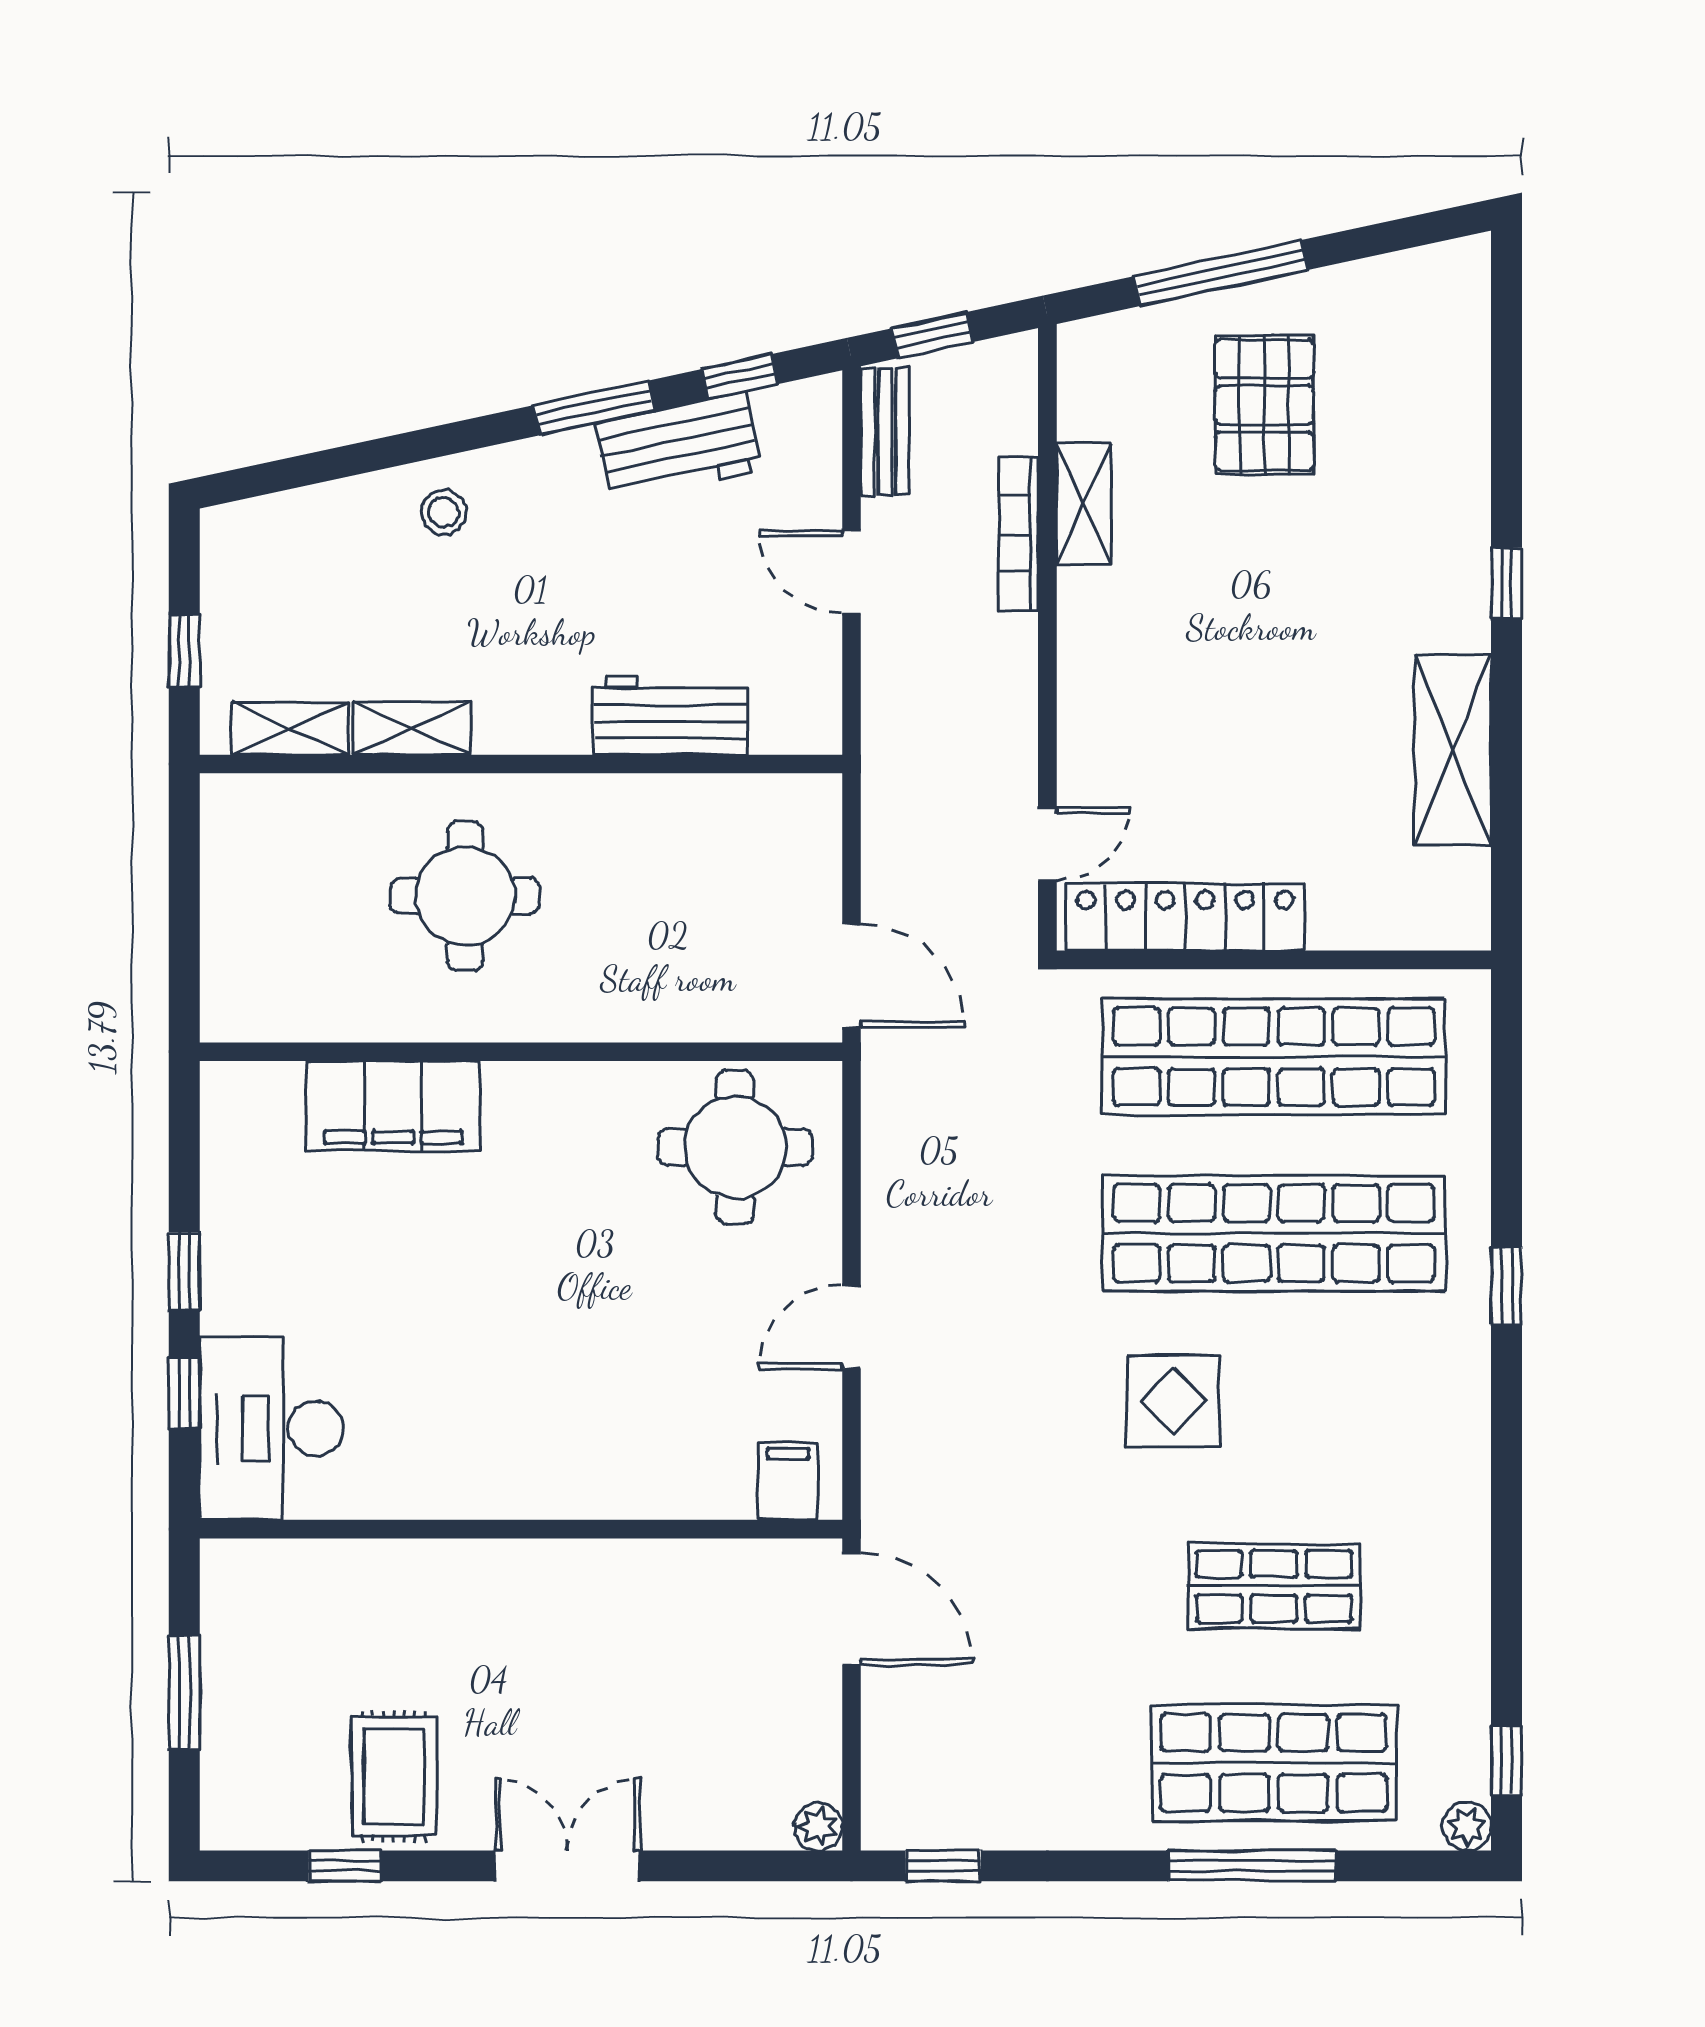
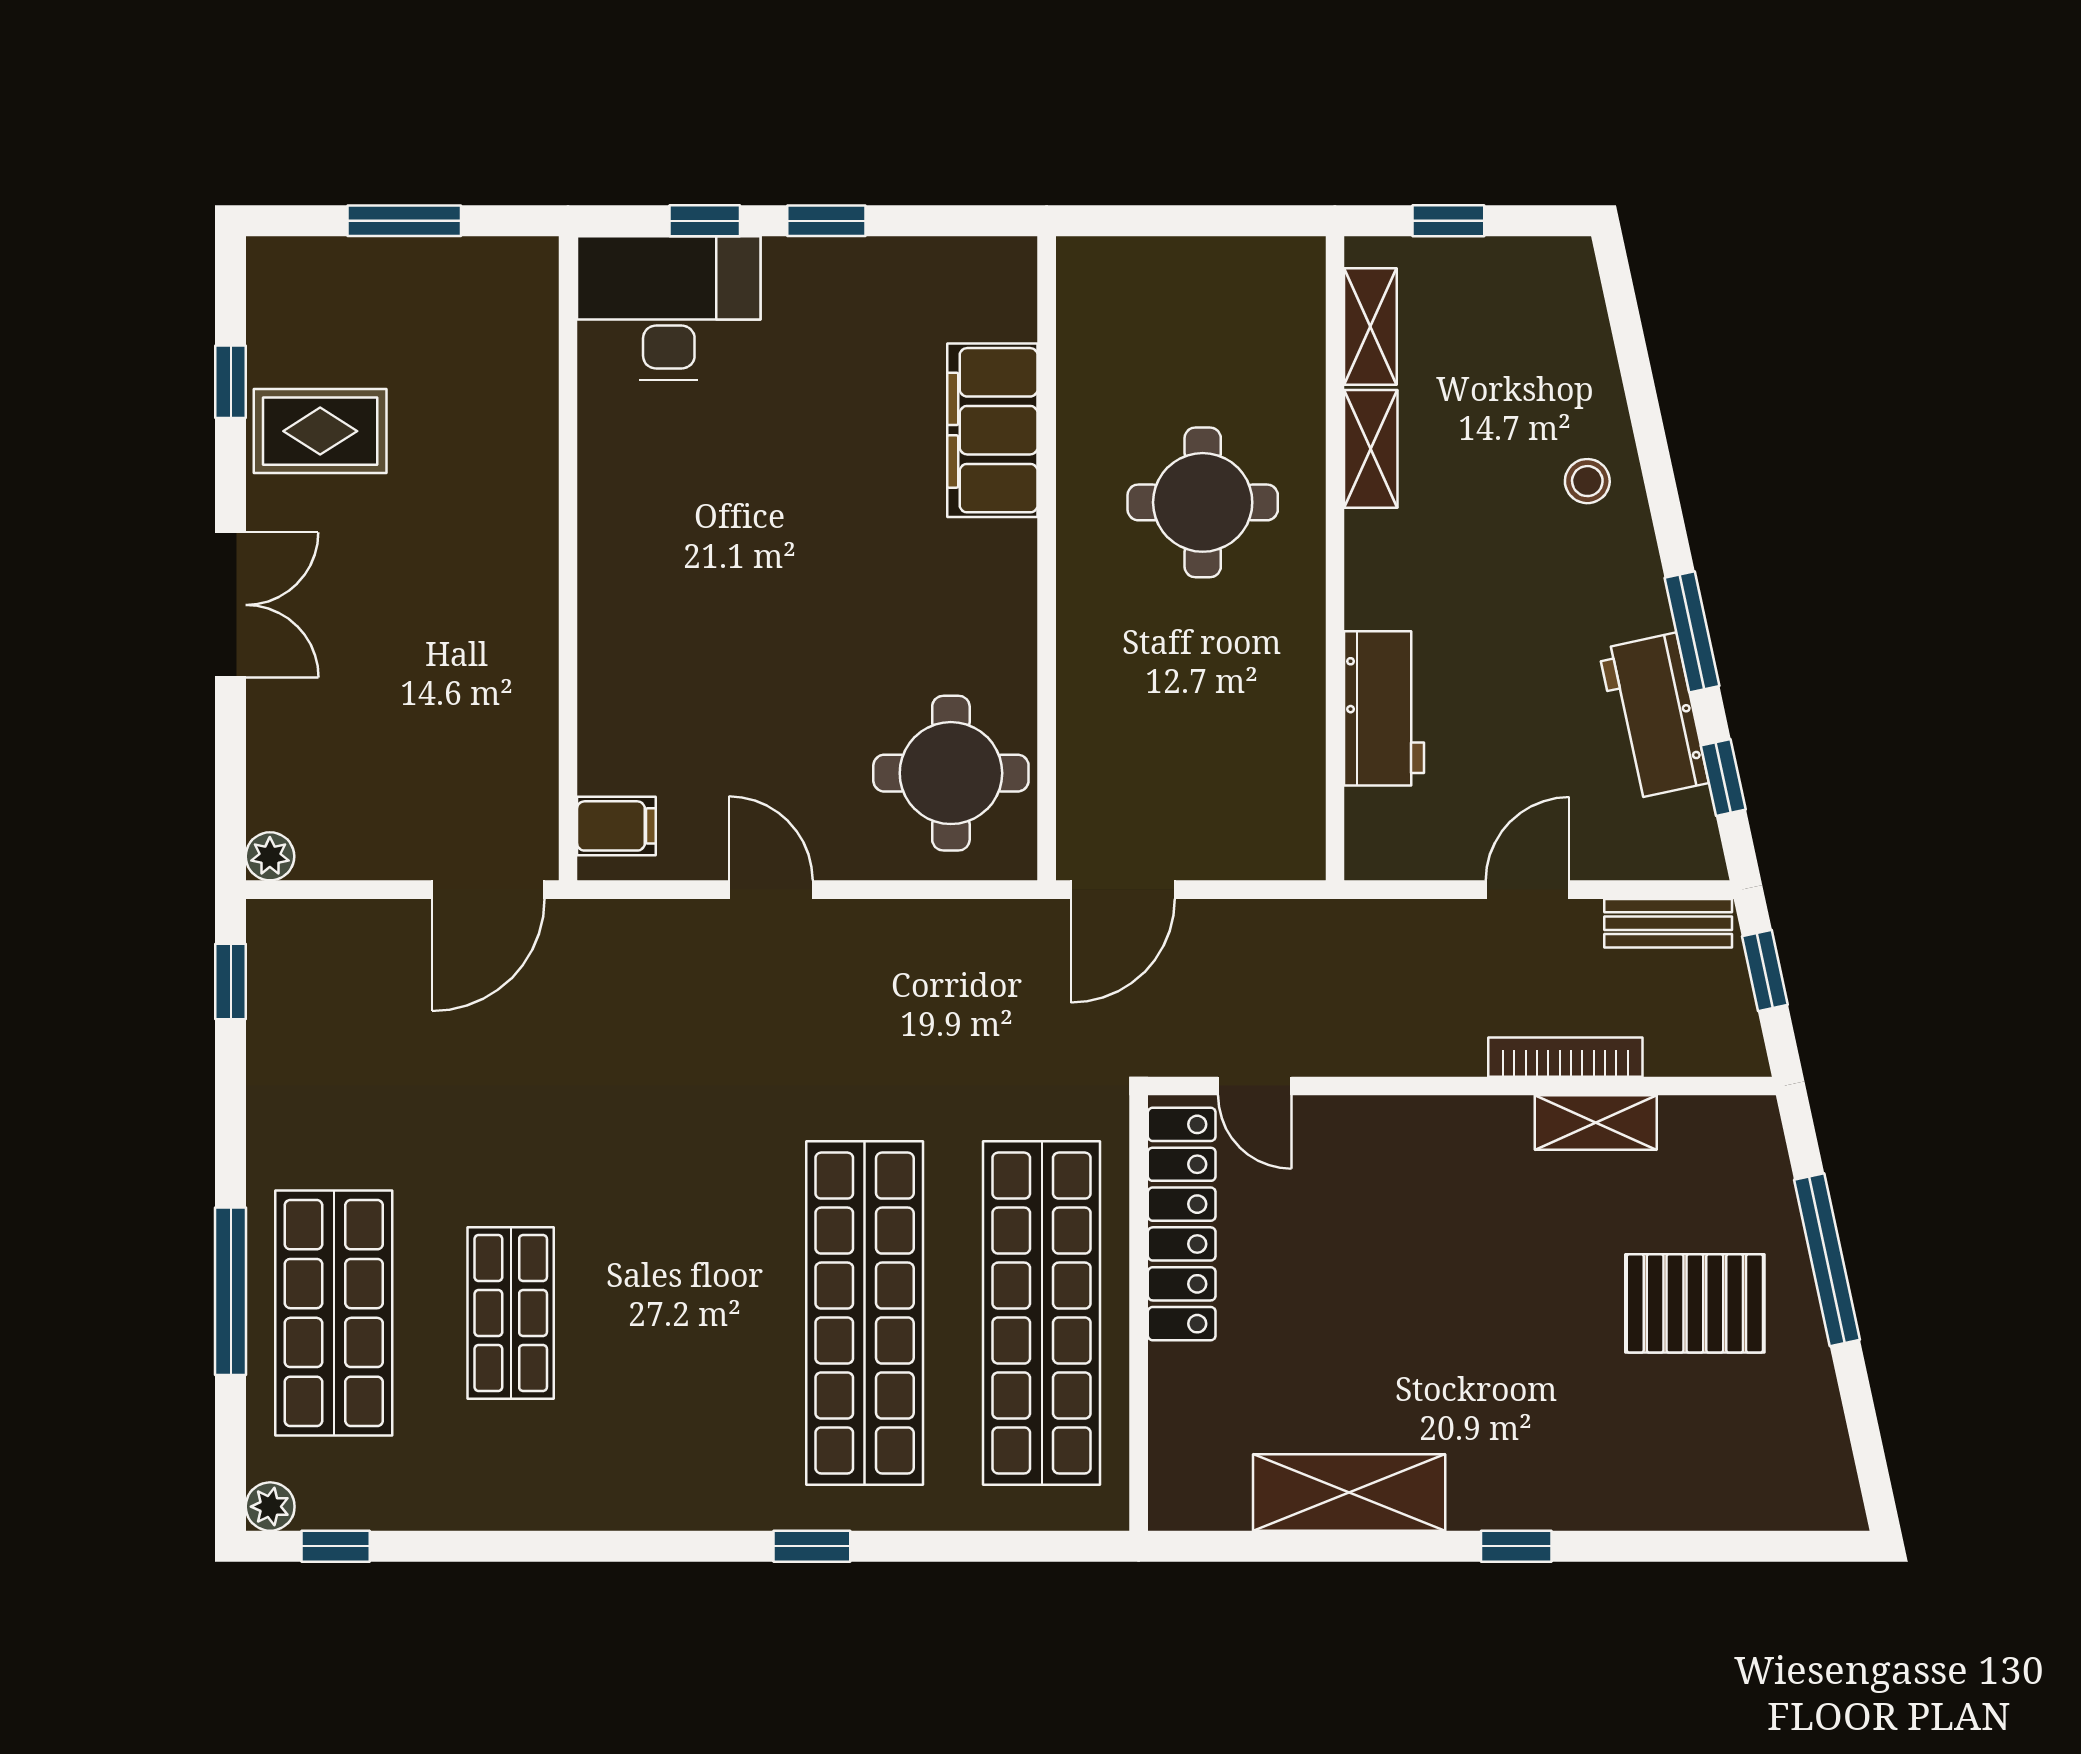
display table: (1173, 1401) -> (696, 1212), removed

